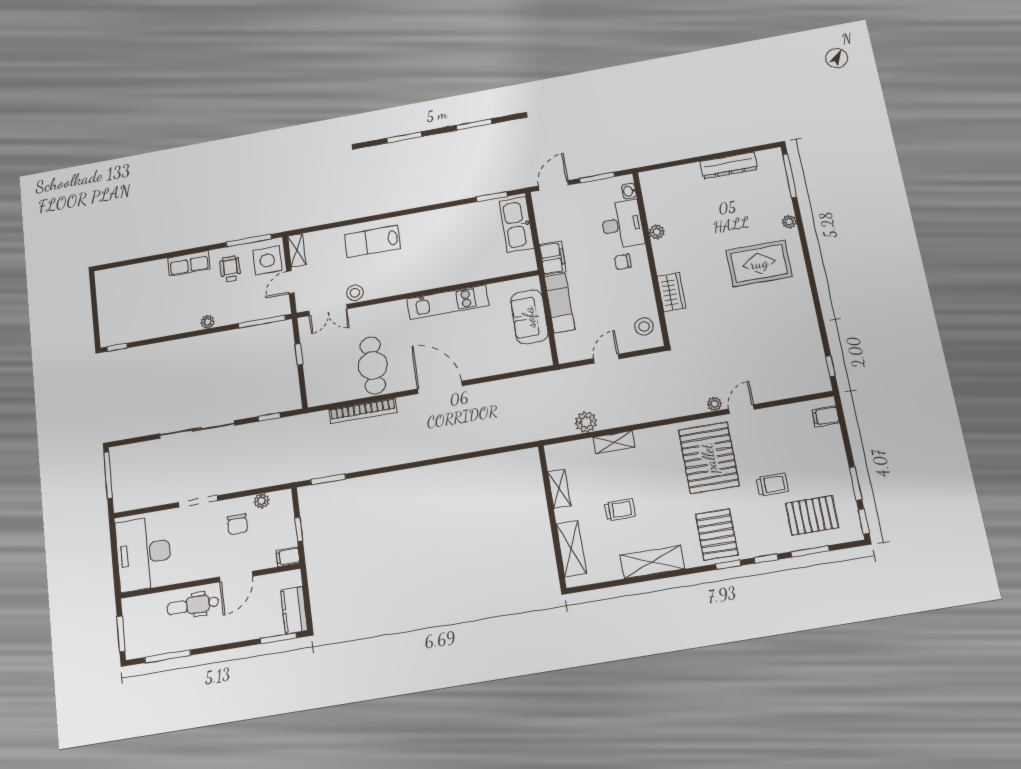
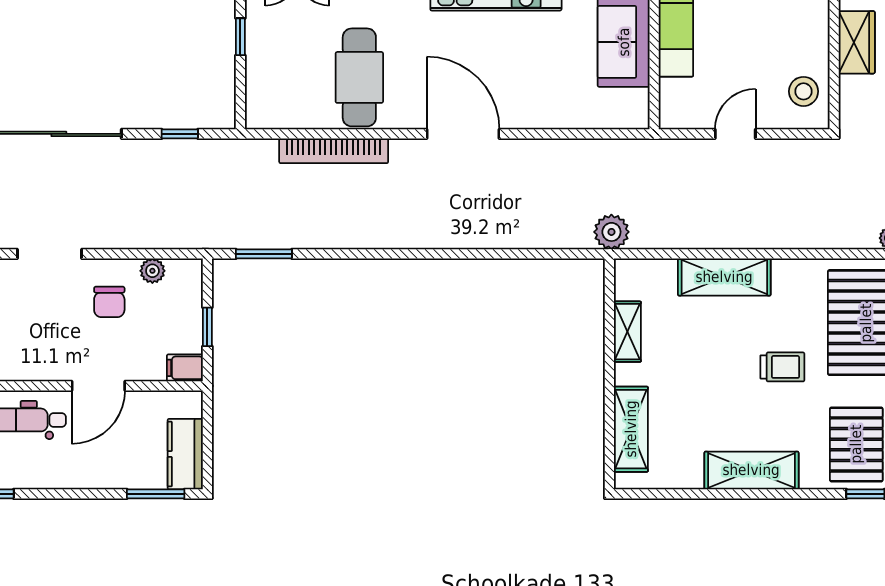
plant: (586, 422) -> (611, 232), moved
shelving: (614, 442) -> (724, 277), width x1.50, depth x1.33
trolley: (620, 510) -> (782, 367), moved

